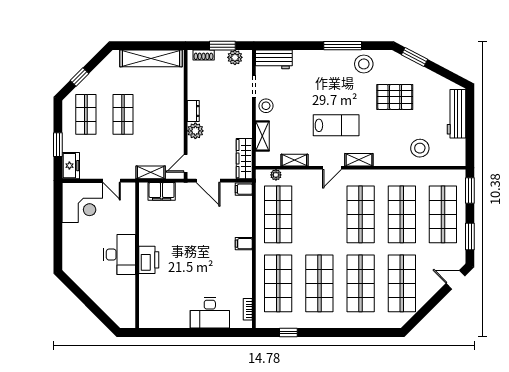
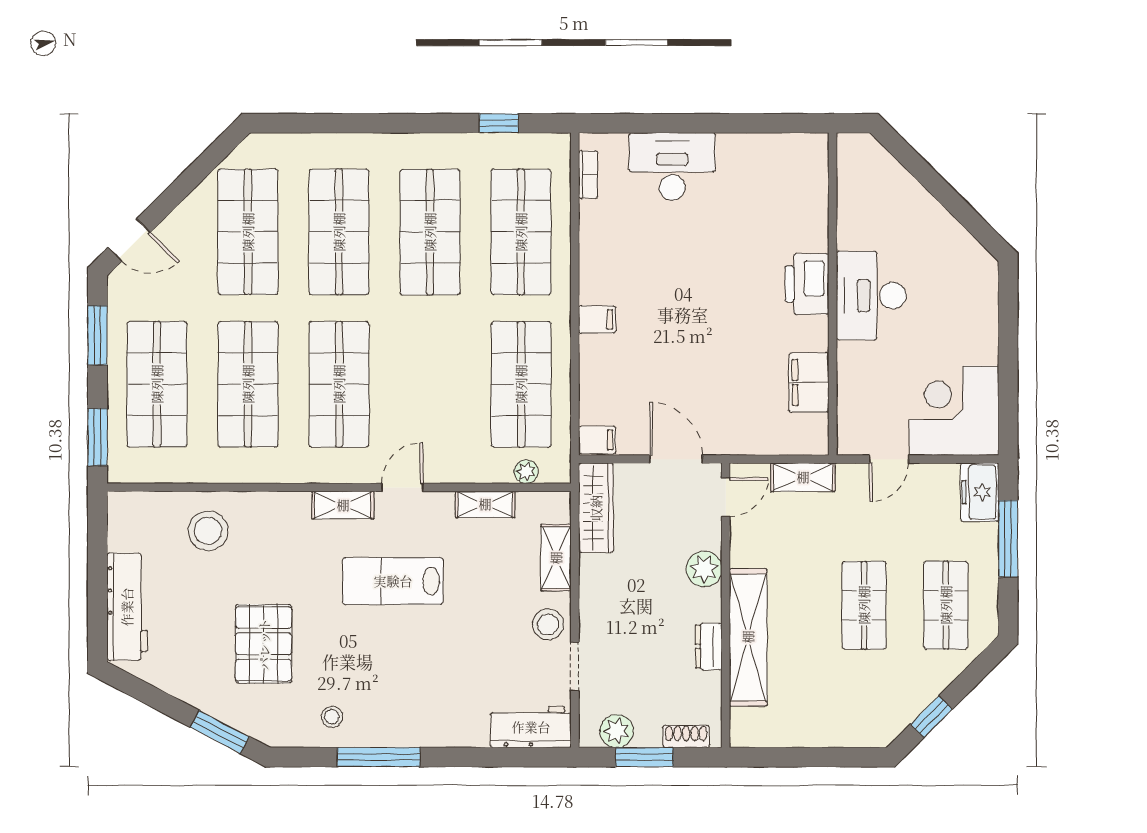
shelving: (151, 58) -> (748, 637), moved, turned 90
stool: (364, 64) -> (332, 717), width x0.53, depth x0.53
window: (80, 77) -> (931, 717), moved
pallet: (395, 97) -> (264, 644), turned 90
dresser: (193, 111) -> (709, 647), moved
window: (58, 145) -> (1008, 539), width x1.44
door: (112, 181) -> (889, 459), swing flipped
filing cabinet: (162, 191) -> (809, 382), moved, turned -90

